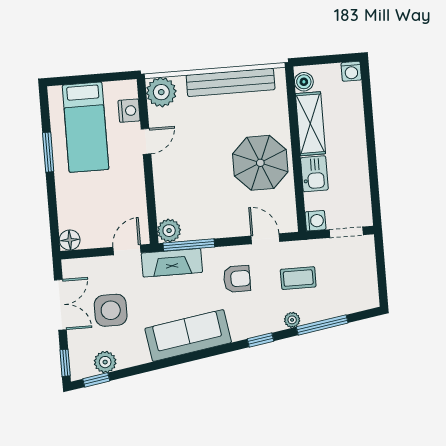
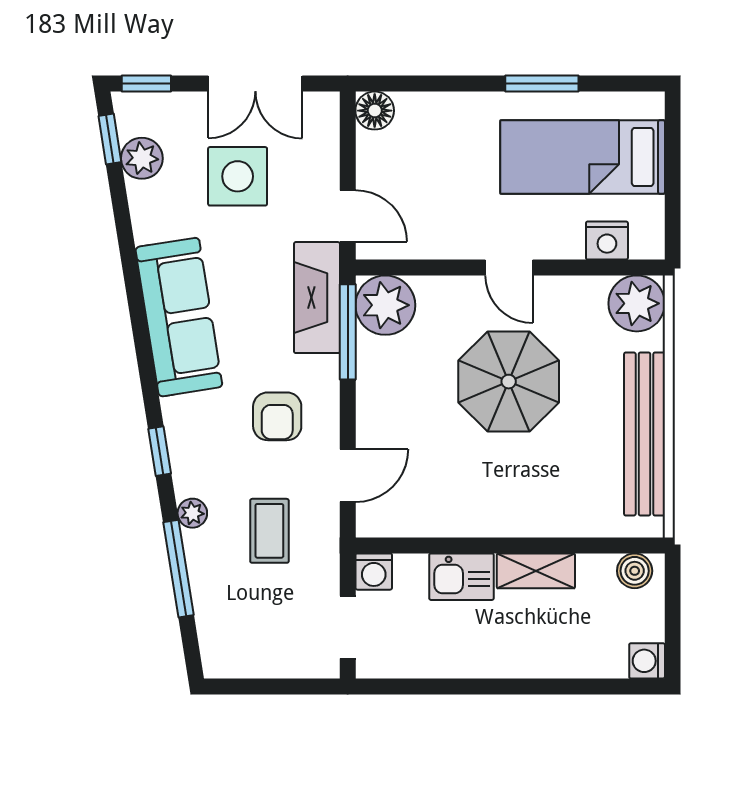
shelving: (310, 124) -> (536, 571), width x0.67, depth x0.75
door: (146, 141) -> (509, 268), moved
parasol: (260, 163) -> (509, 382), moved
plant: (169, 231) -> (385, 305), width x1.36, depth x1.36

